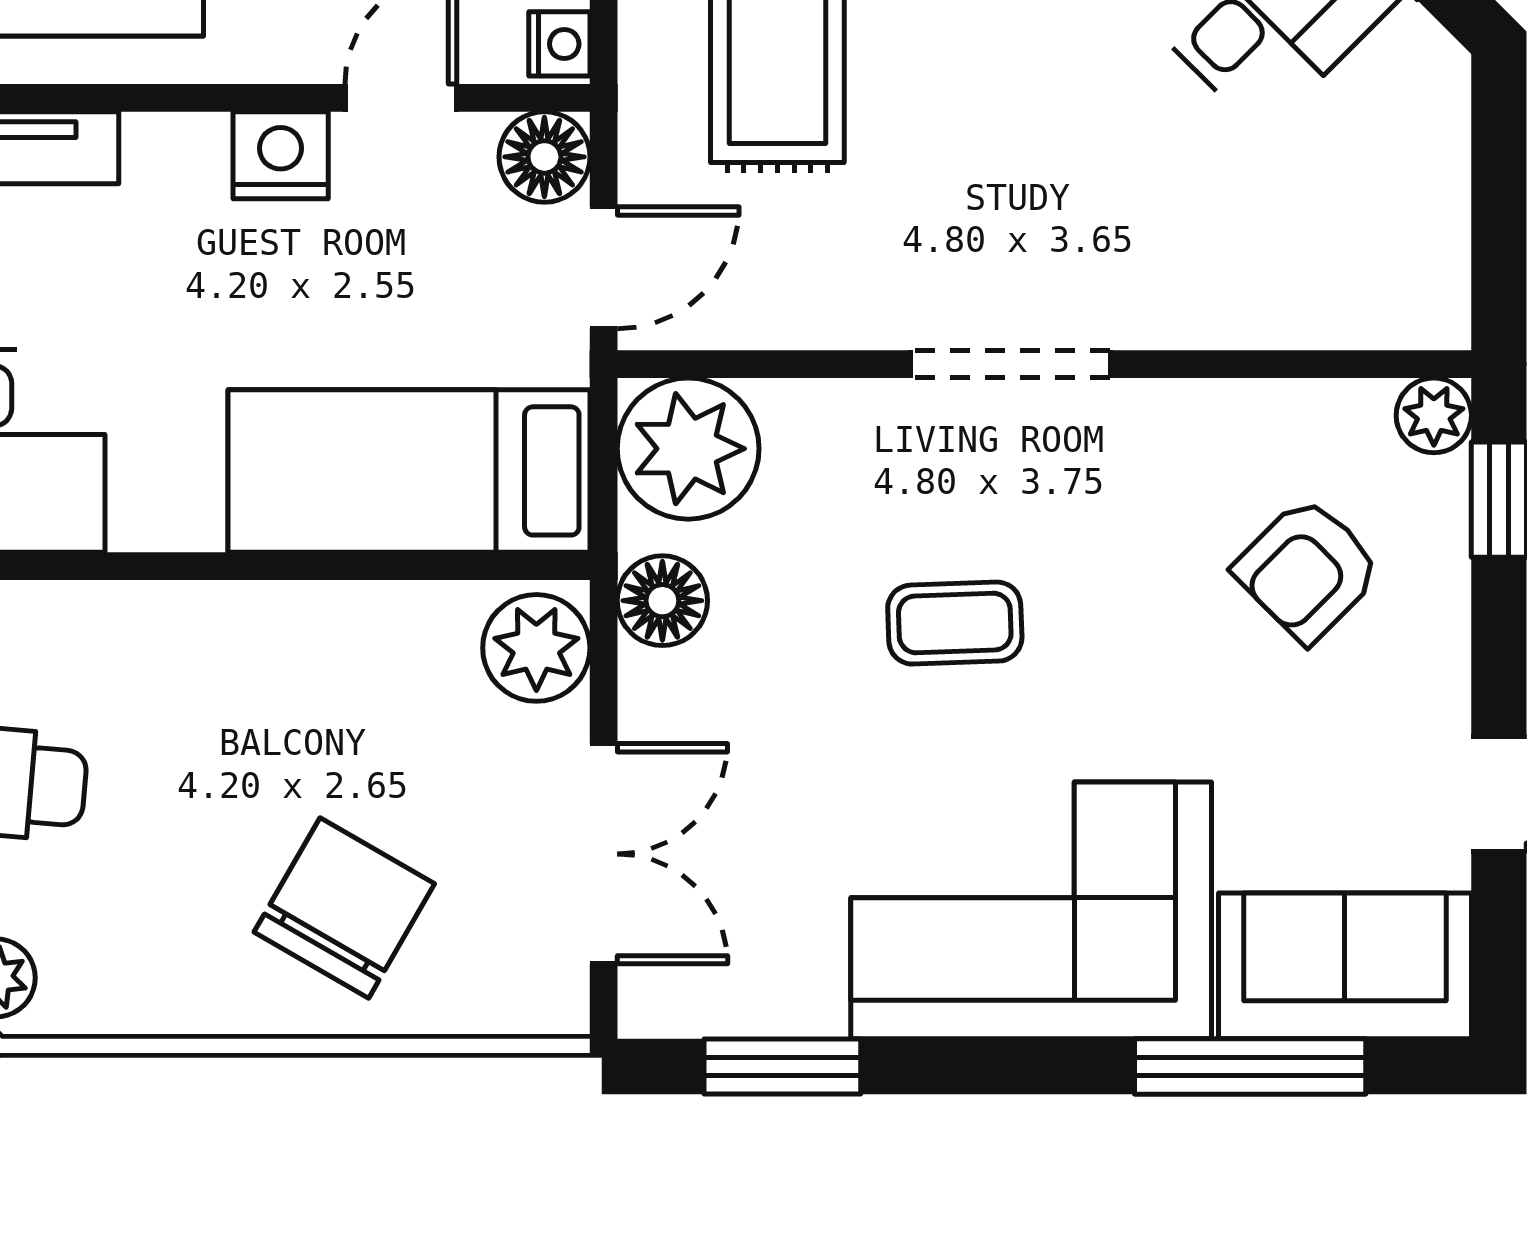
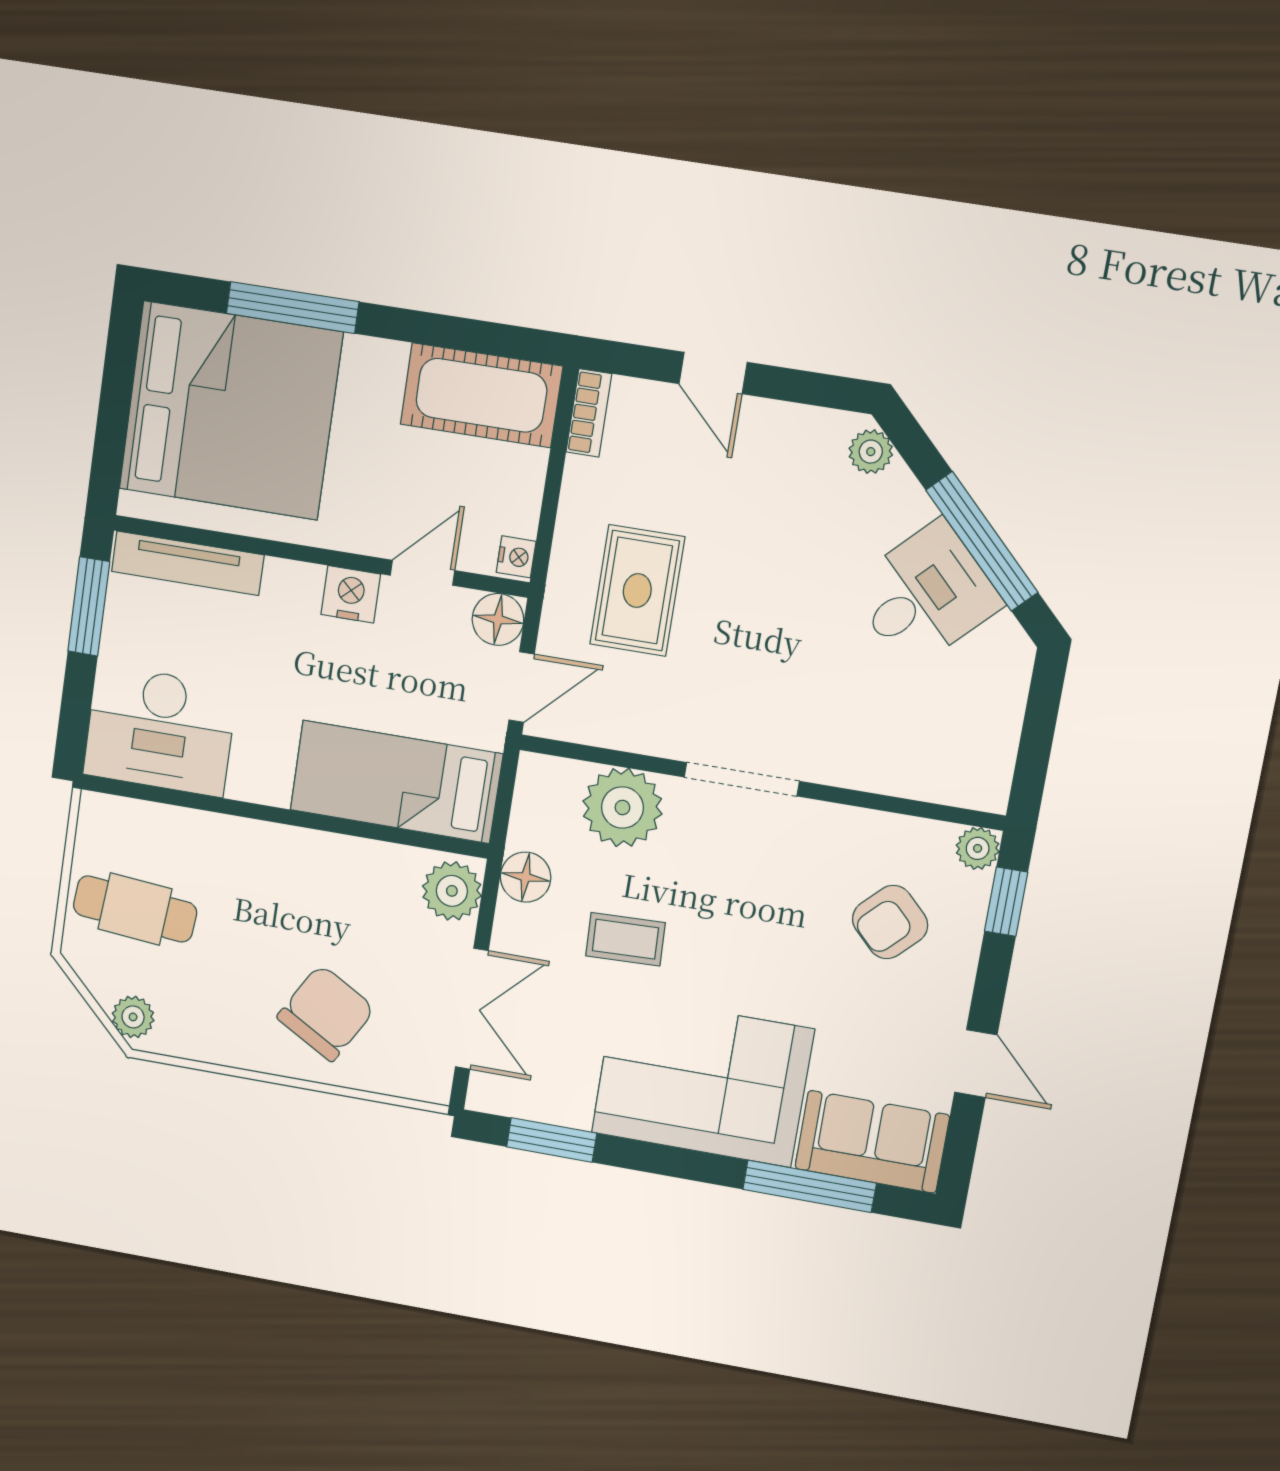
plant: (688, 449) -> (622, 807), moved
coffee table: (955, 623) -> (625, 939), moved

